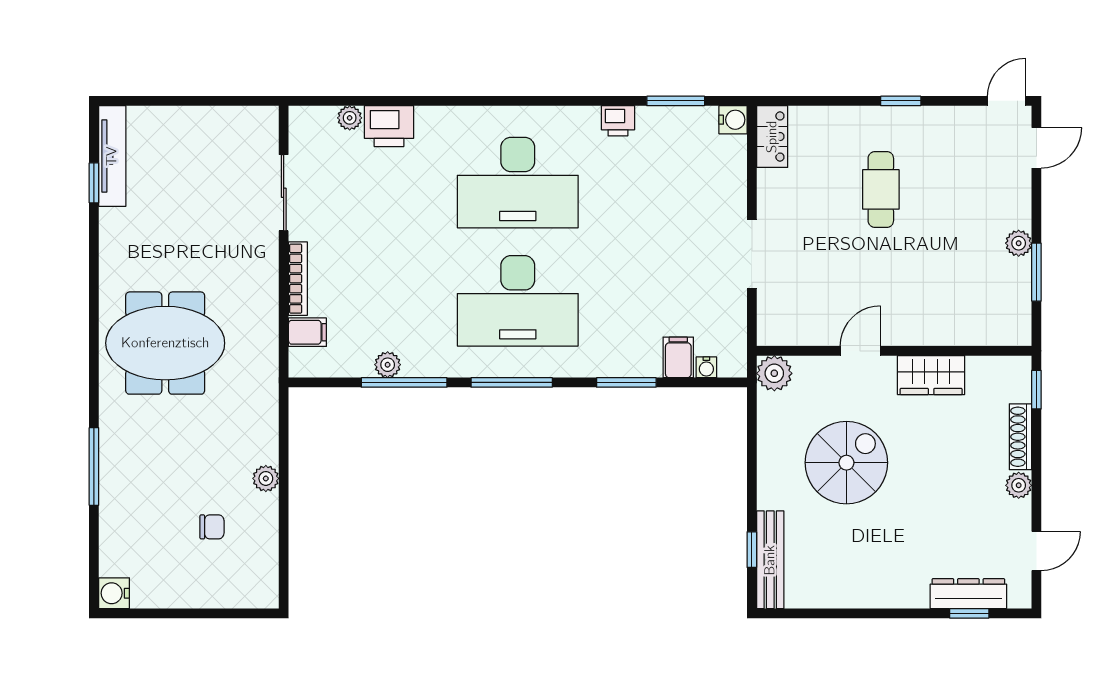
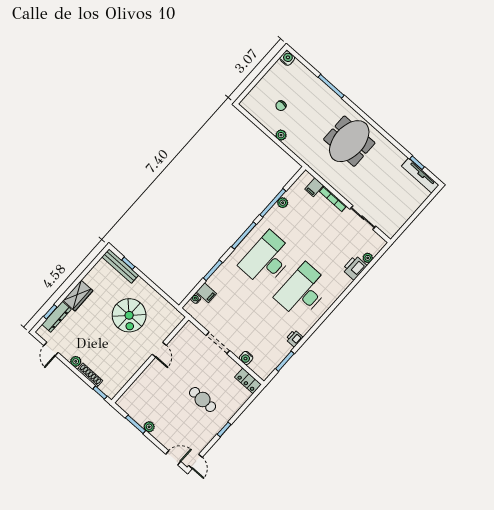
water cooler: (733, 120) -> (246, 358), moved
door: (1036, 148) -> (173, 458), swing flipped
plant: (774, 373) -> (176, 318), removed
wardrobe: (931, 375) -> (78, 296), moved, turned 180

